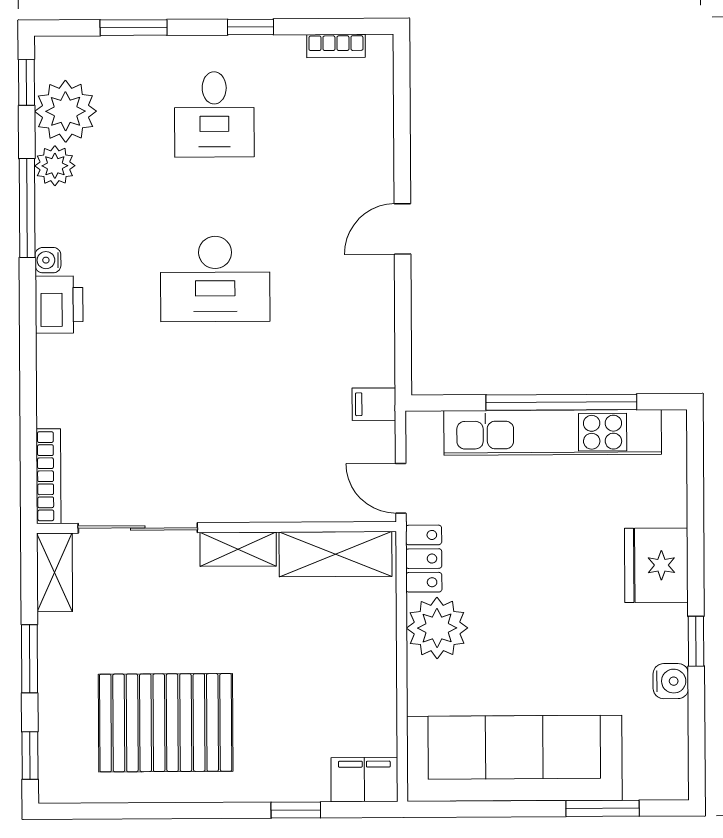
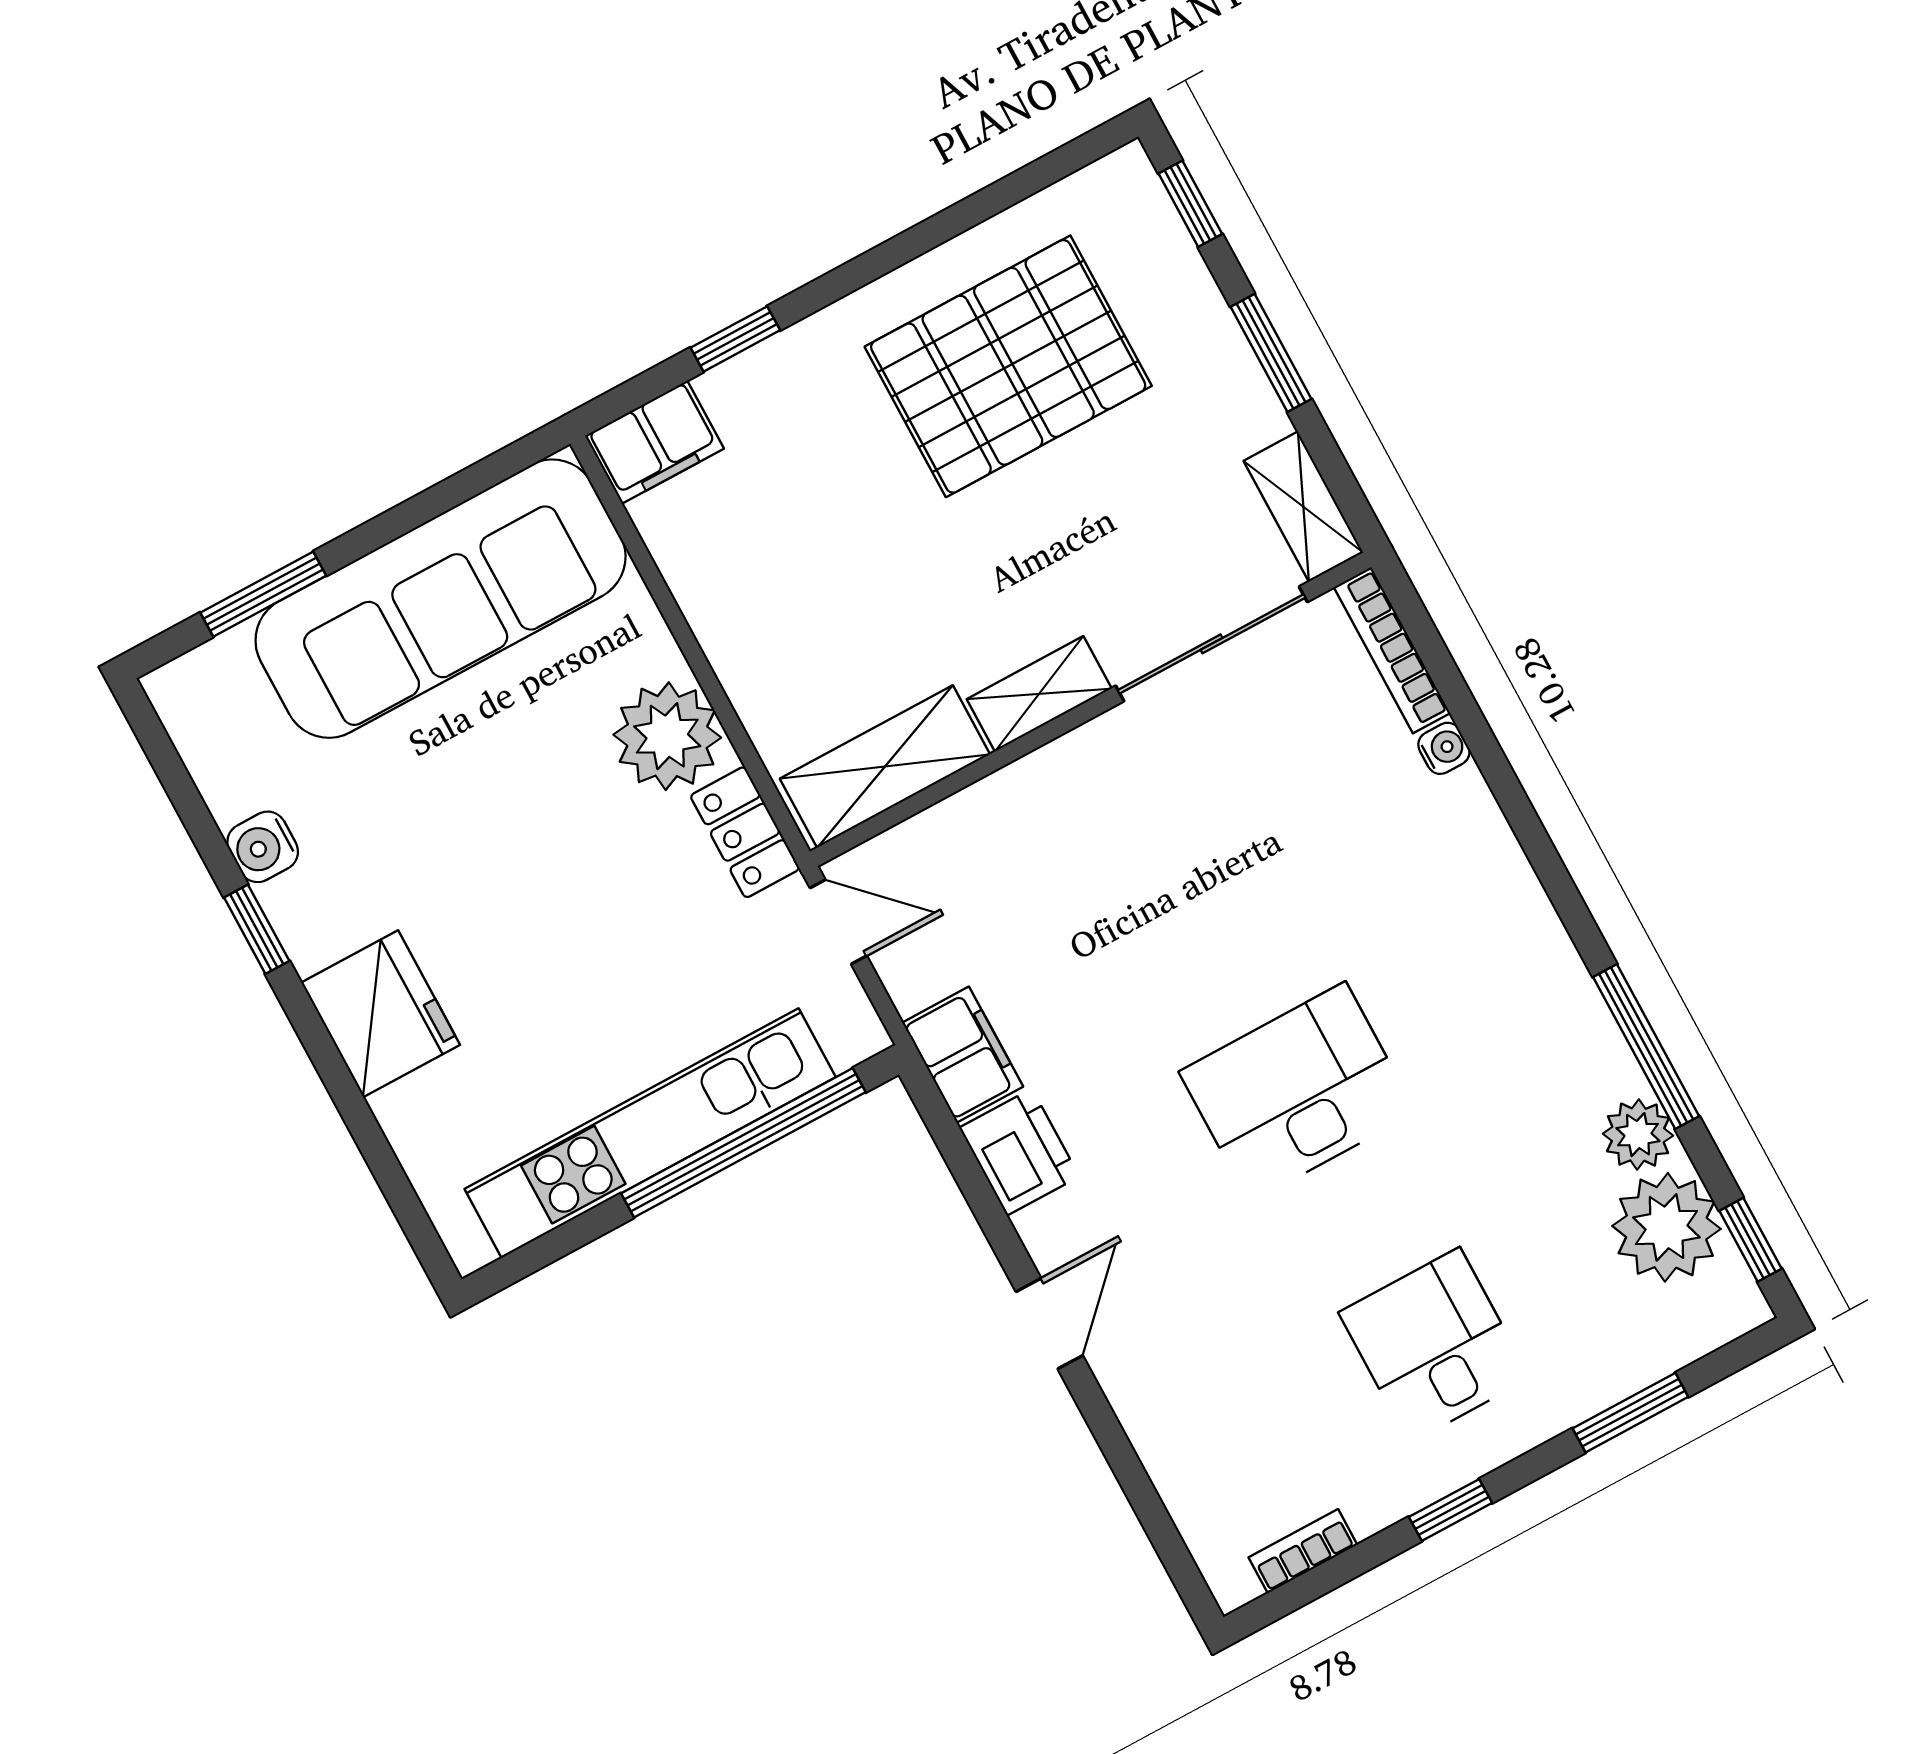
water cooler: (48, 260) -> (1444, 748), moved
printer: (59, 305) -> (1019, 1152), moved, turned 180
window: (561, 402) -> (743, 1143), moved
filing cabinet: (374, 404) -> (963, 1055), width x2.00

